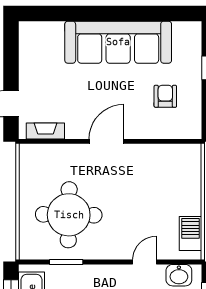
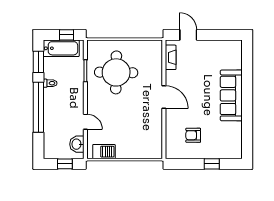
sofa: (118, 42) -> (231, 95), width x0.74, depth x0.79
armchair: (165, 96) -> (193, 135), turned 180

